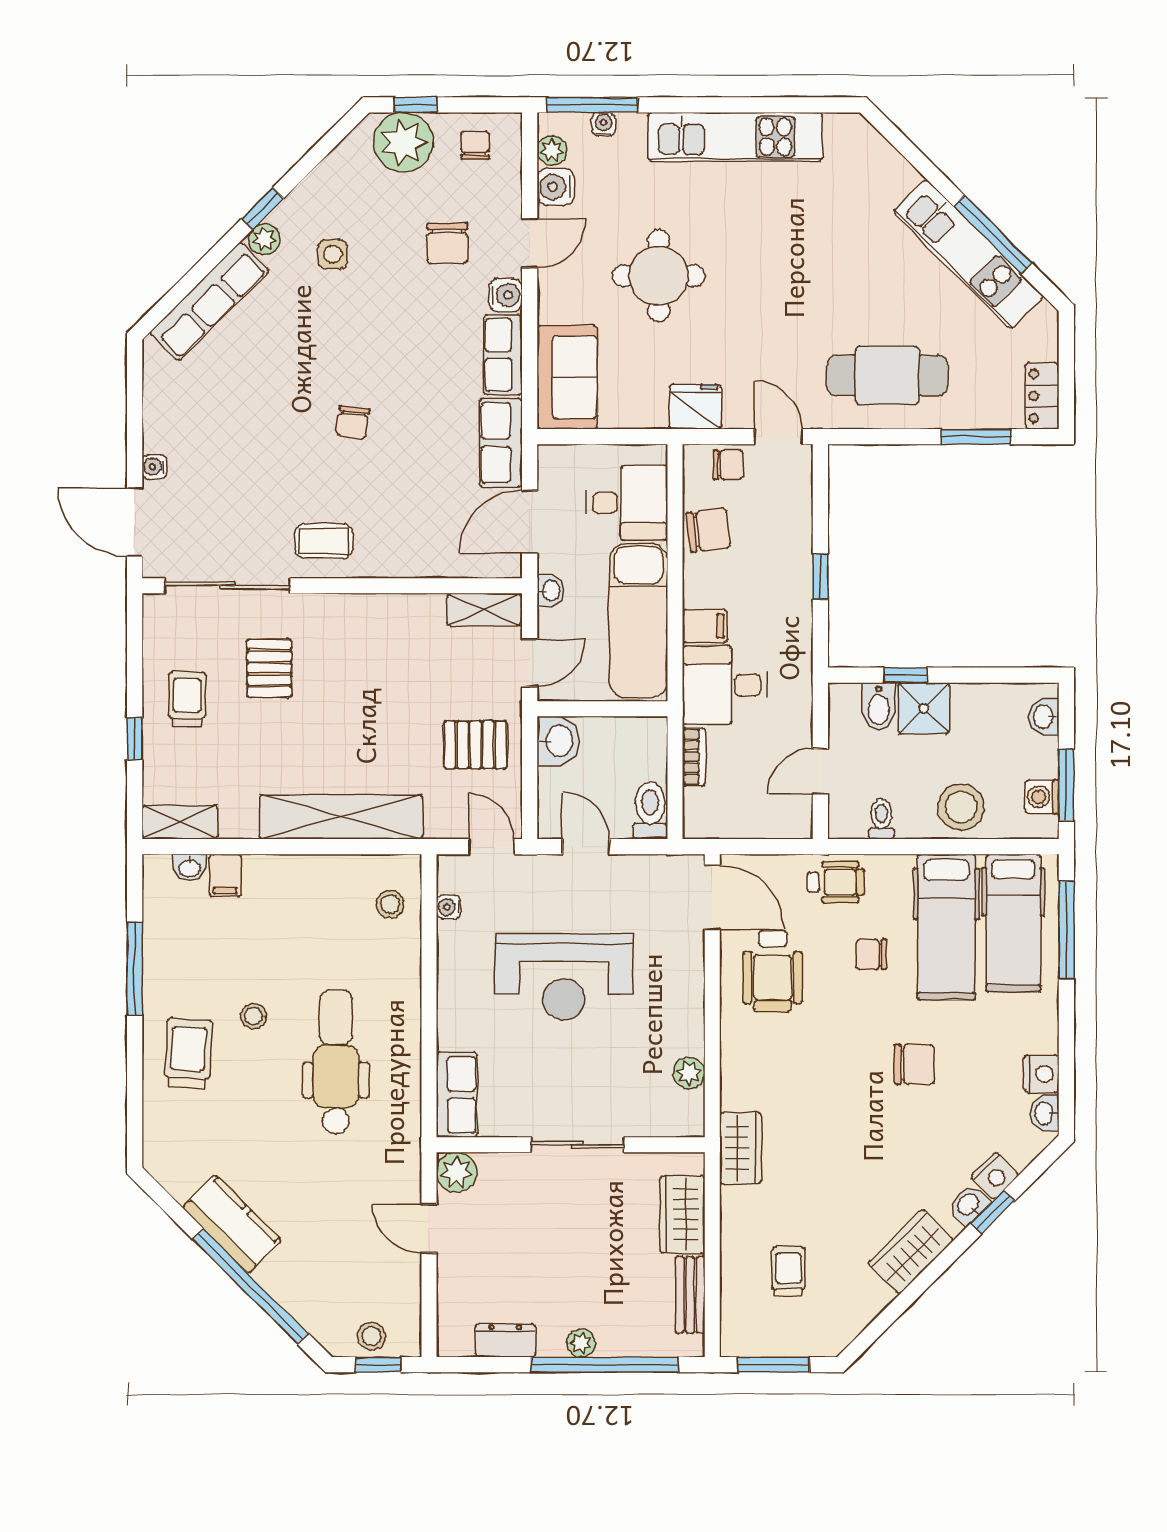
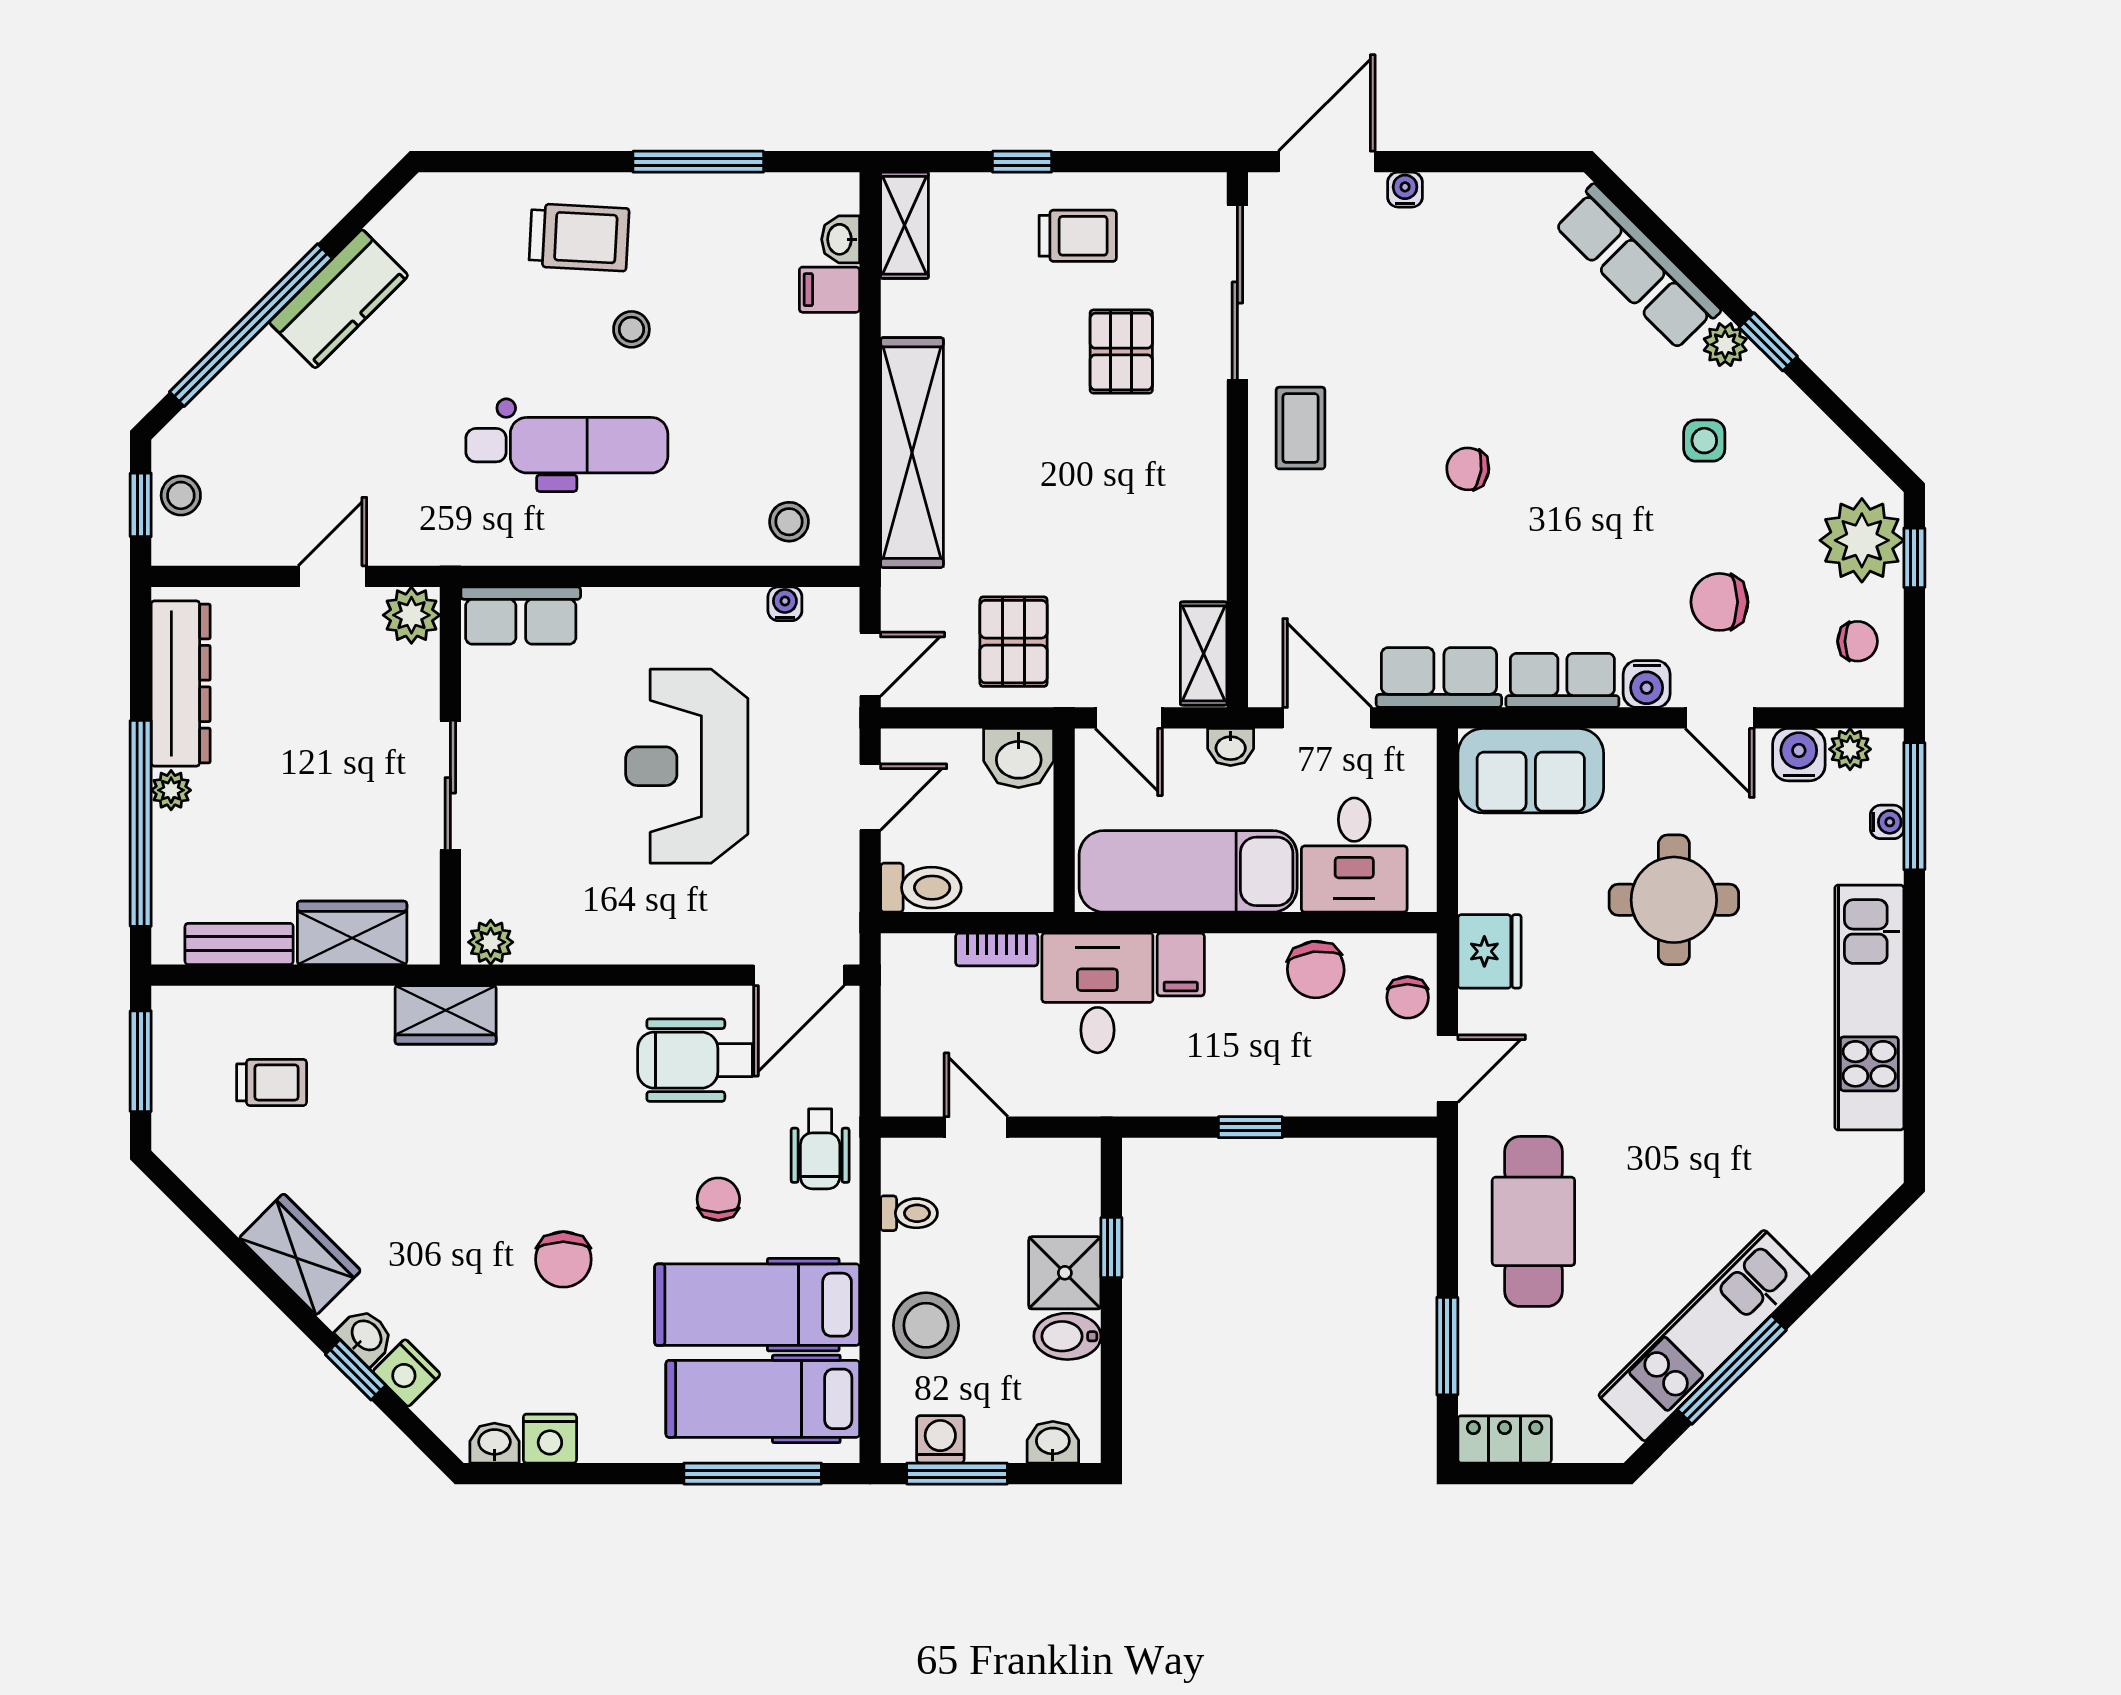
pallet: (269, 668) -> (1121, 352), turned 90
bidet: (879, 706) -> (1067, 1336), moved
plant: (689, 1073) -> (491, 942), moved
dresser: (505, 1340) -> (181, 683), width x1.96, depth x1.24

